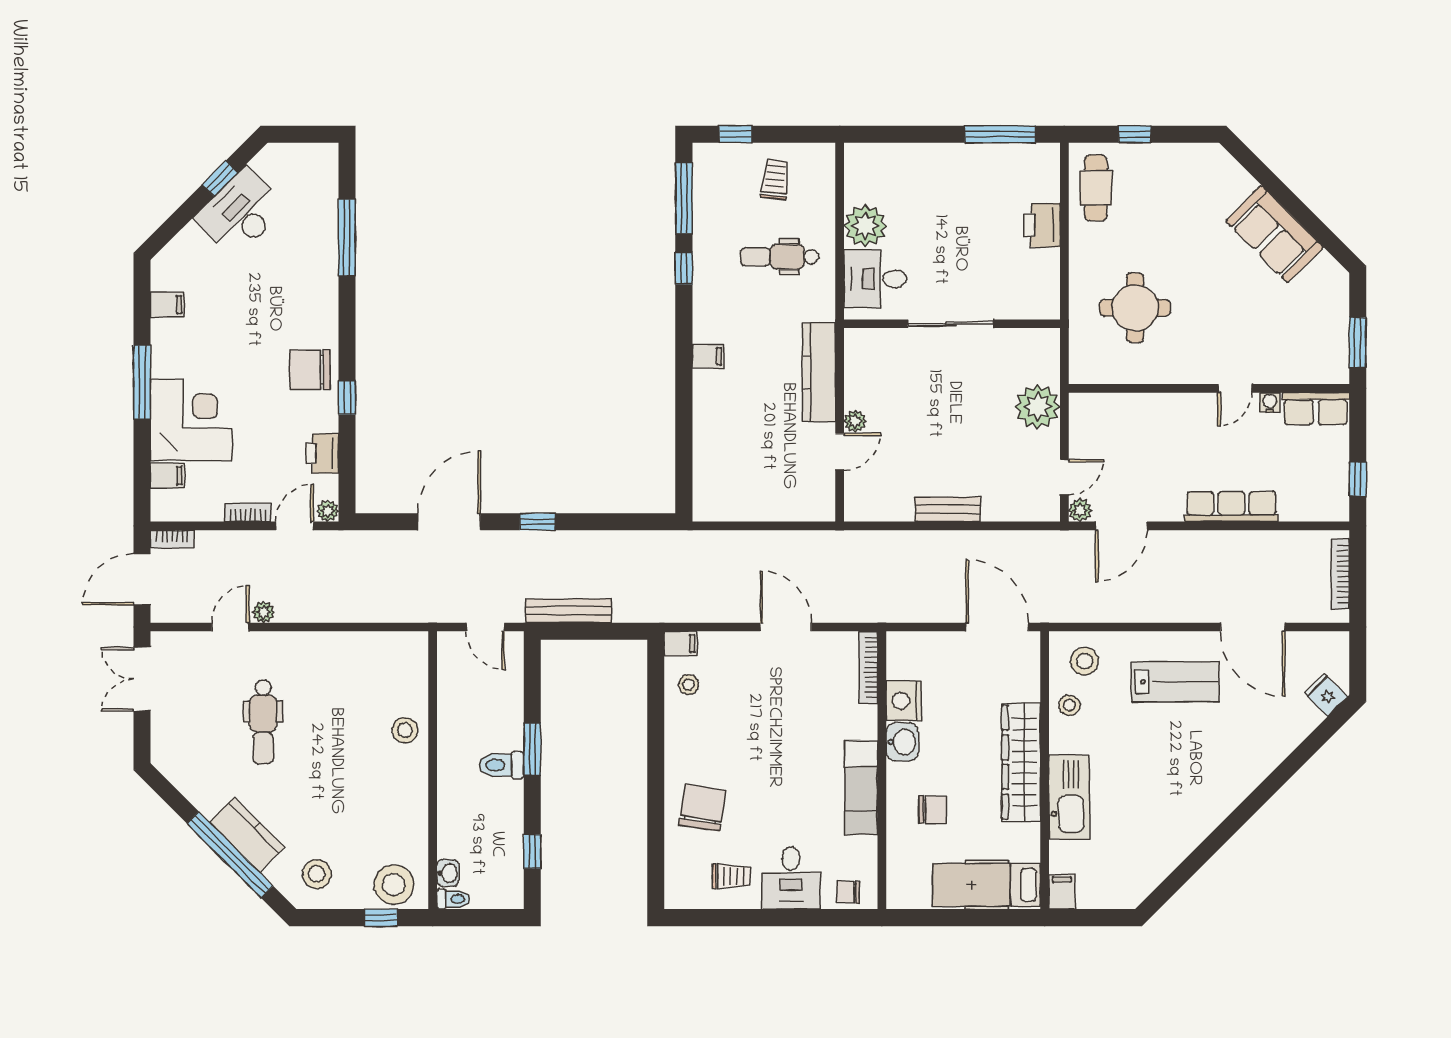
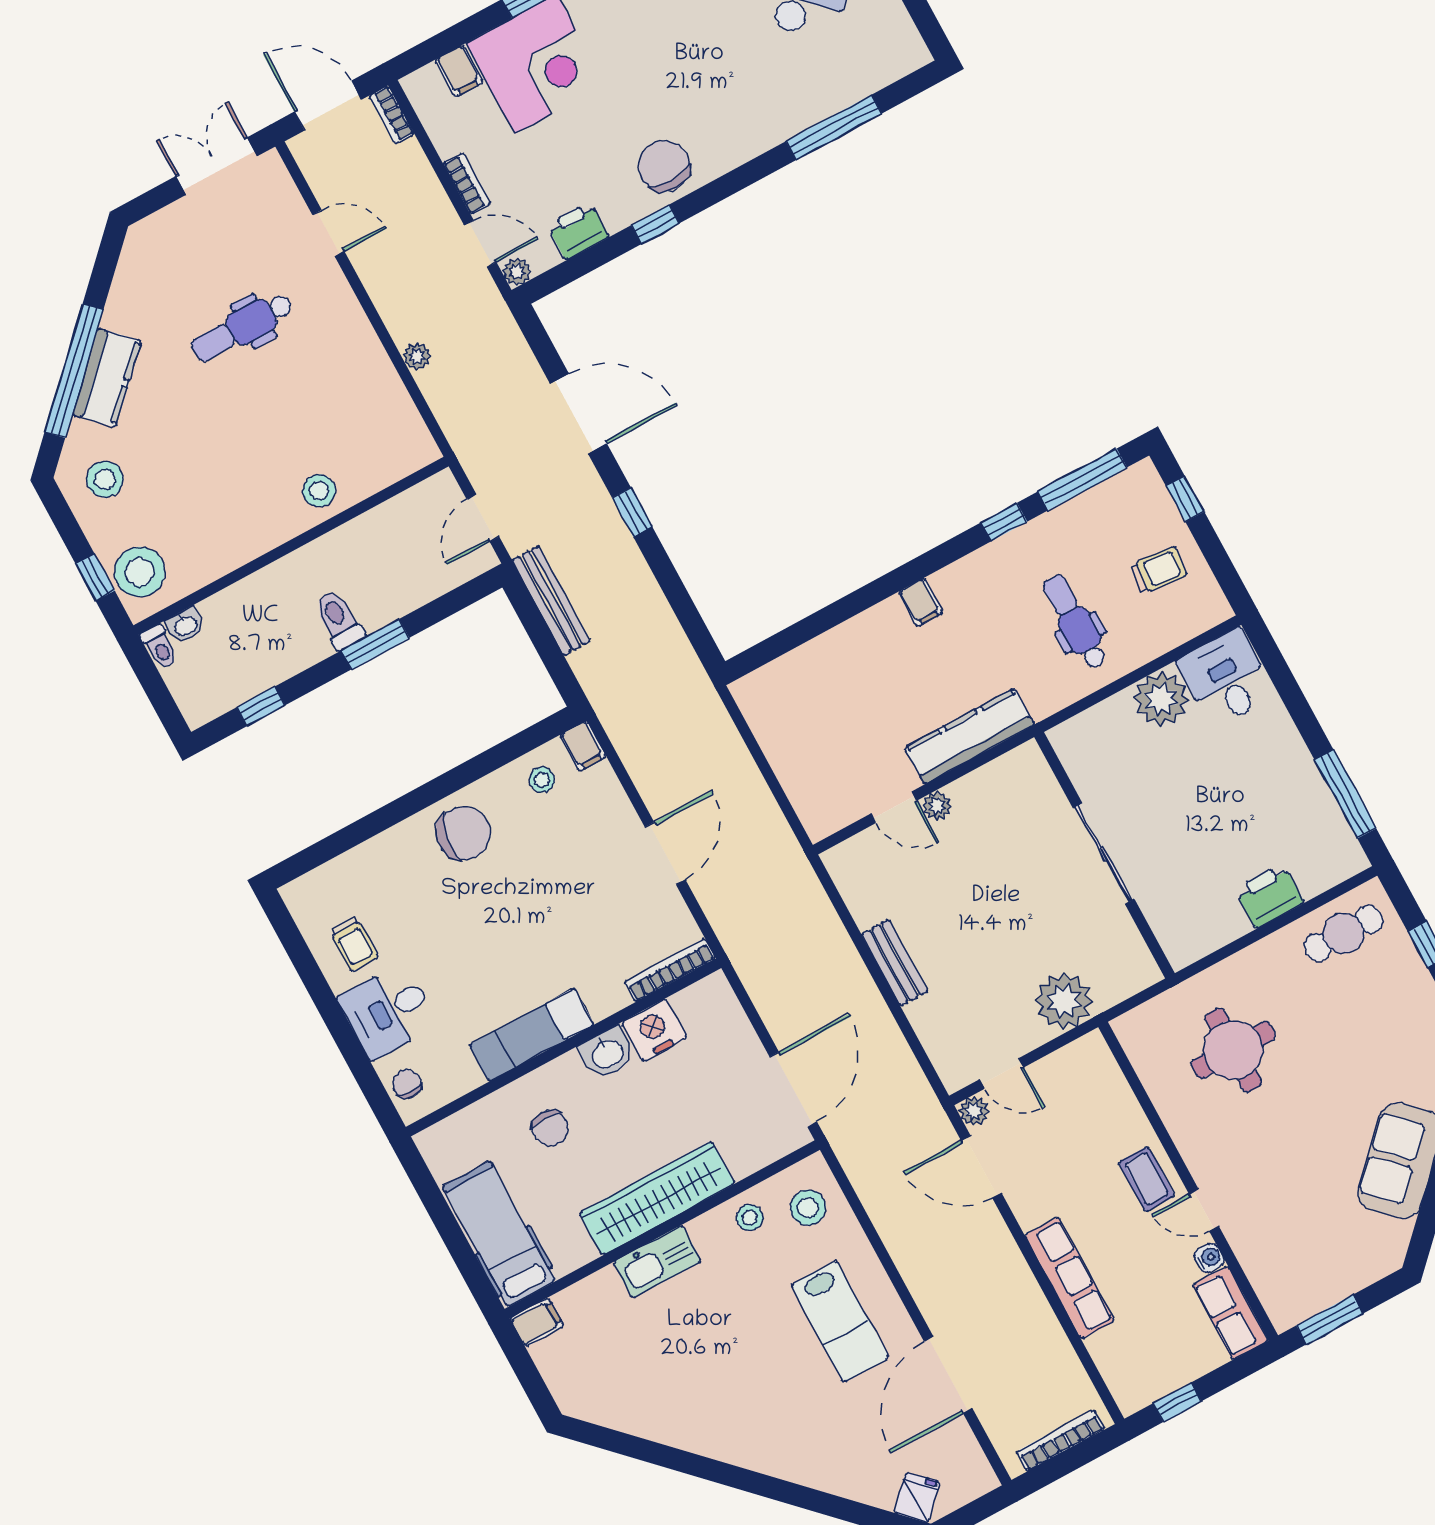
desk: (875, 279) -> (1226, 678), moved
coffee table: (1192, 416) -> (1147, 1179), added
plant: (264, 612) -> (417, 356), moved
kitchen sink: (1069, 797) -> (657, 1262), width x0.73, depth x0.81
chair: (702, 808) -> (463, 833), moved

